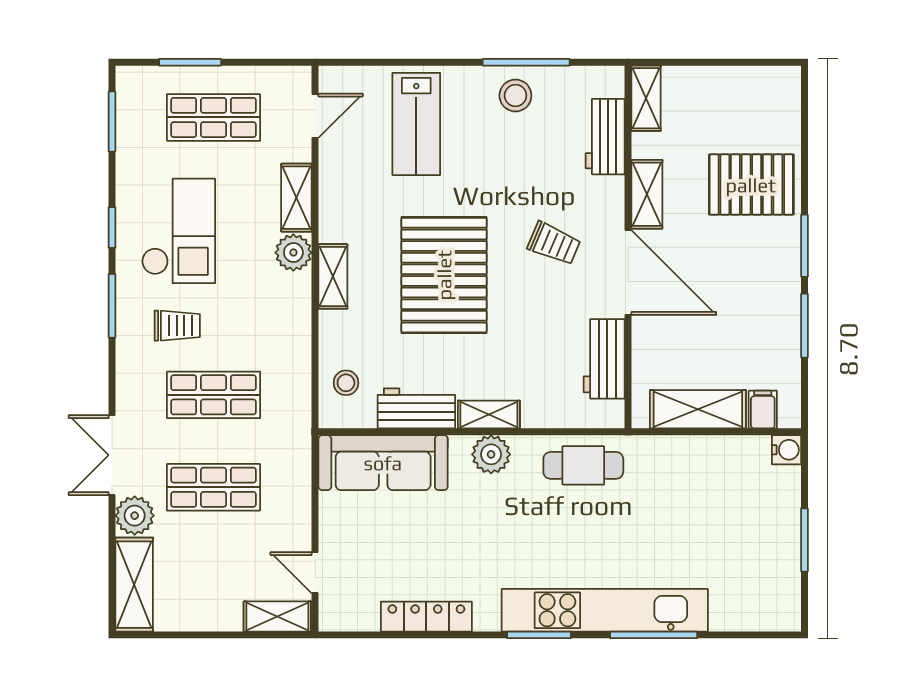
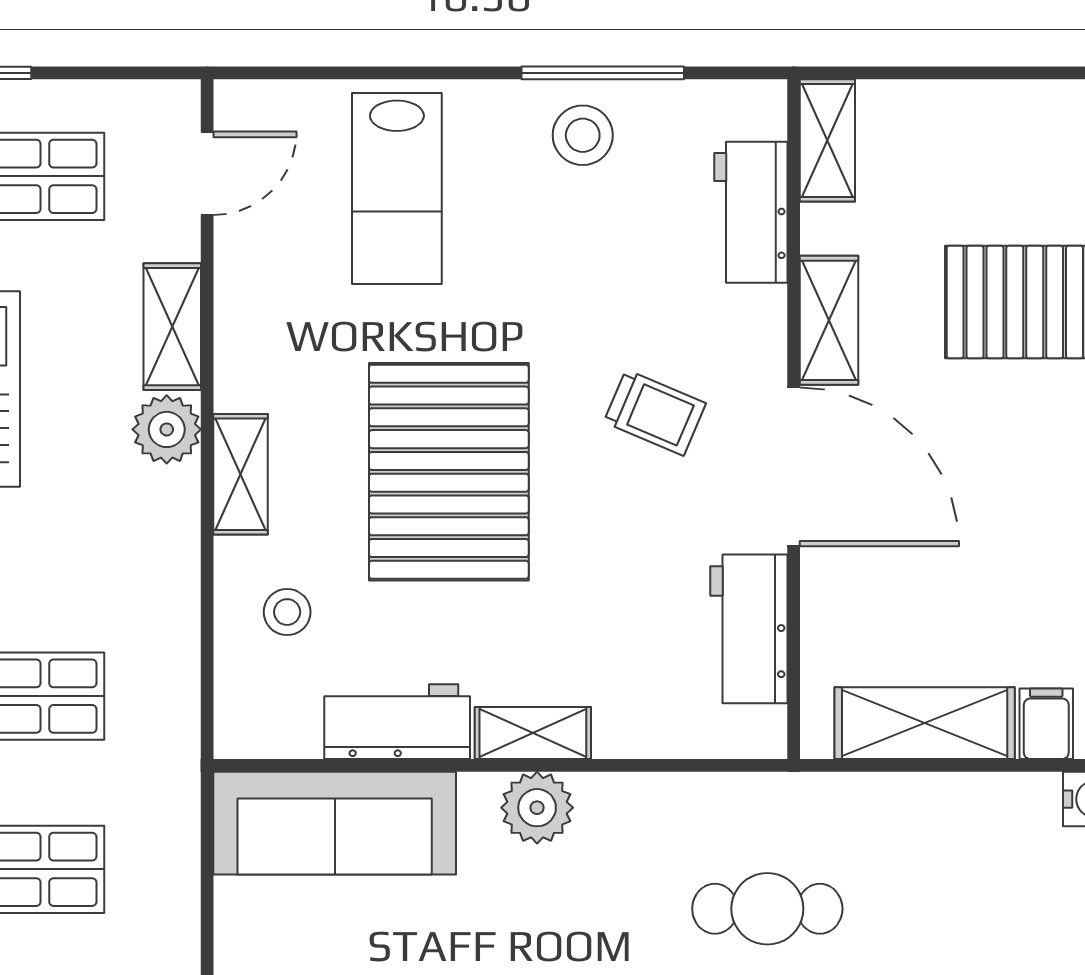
stool: (346, 383) -> (287, 612), moved
cafe table: (583, 465) -> (767, 909), moved

